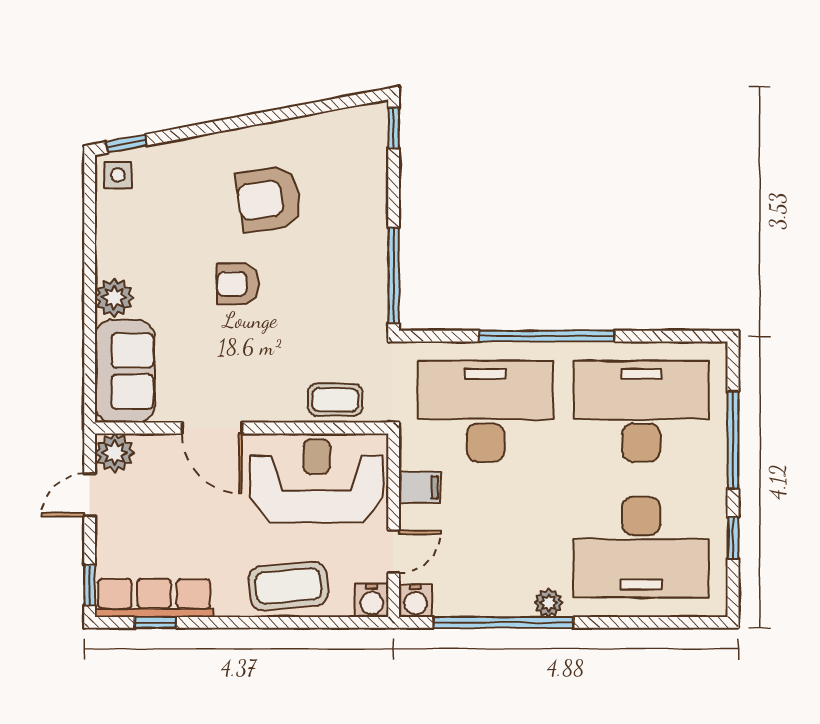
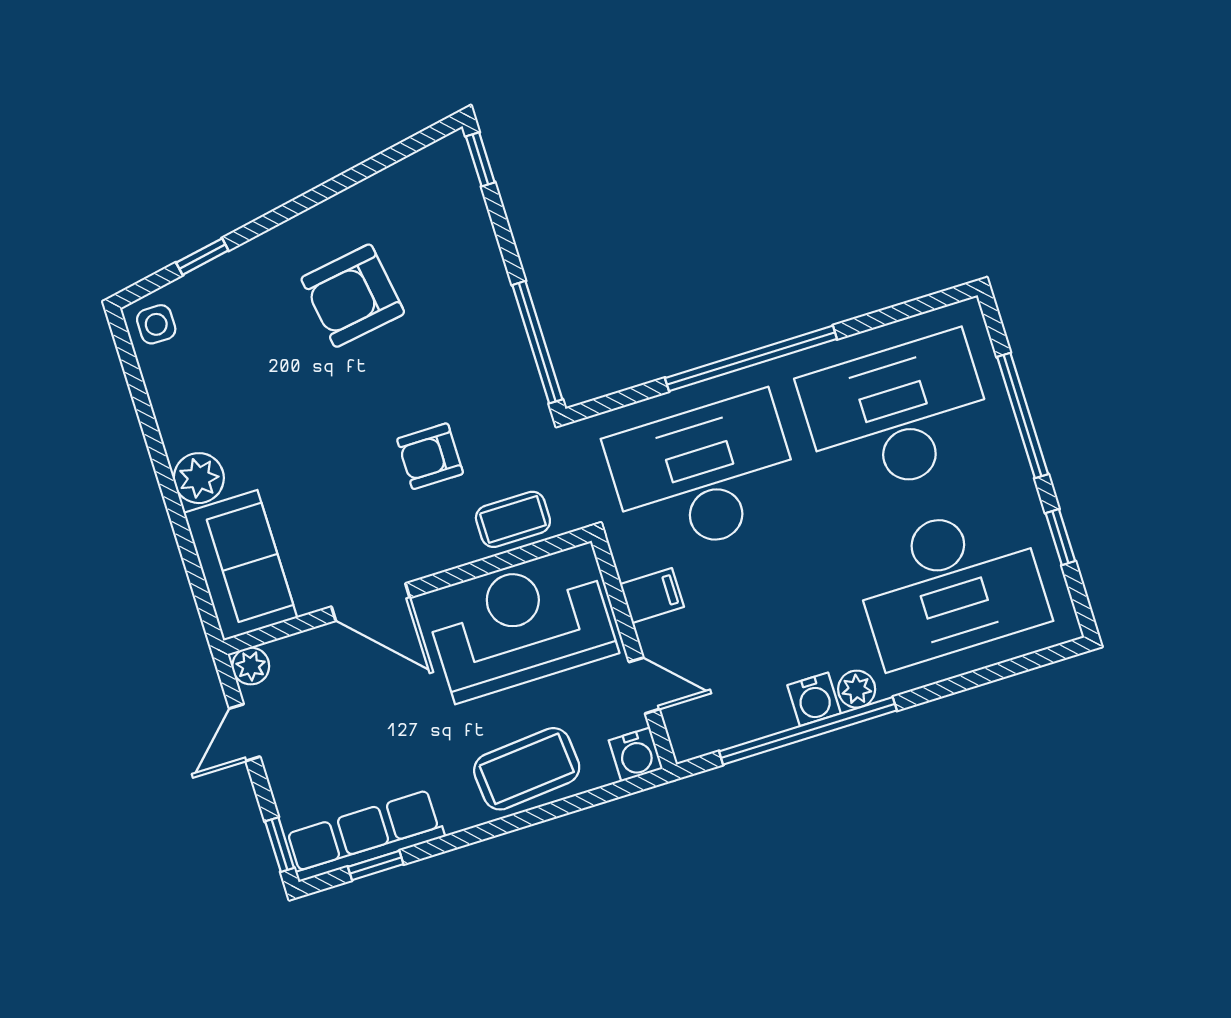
window: (127, 144) -> (202, 257), moved
armchair: (238, 284) -> (430, 456), moved
plant: (115, 453) -> (251, 666), width x0.73, depth x0.73
door: (394, 552) -> (644, 686), hinge flipped
water cooler: (415, 601) -> (814, 699), moved

